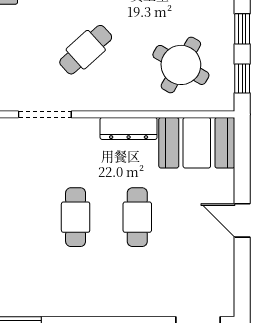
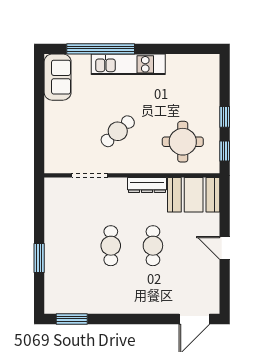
round table: (181, 65) -> (183, 142), turned -30

